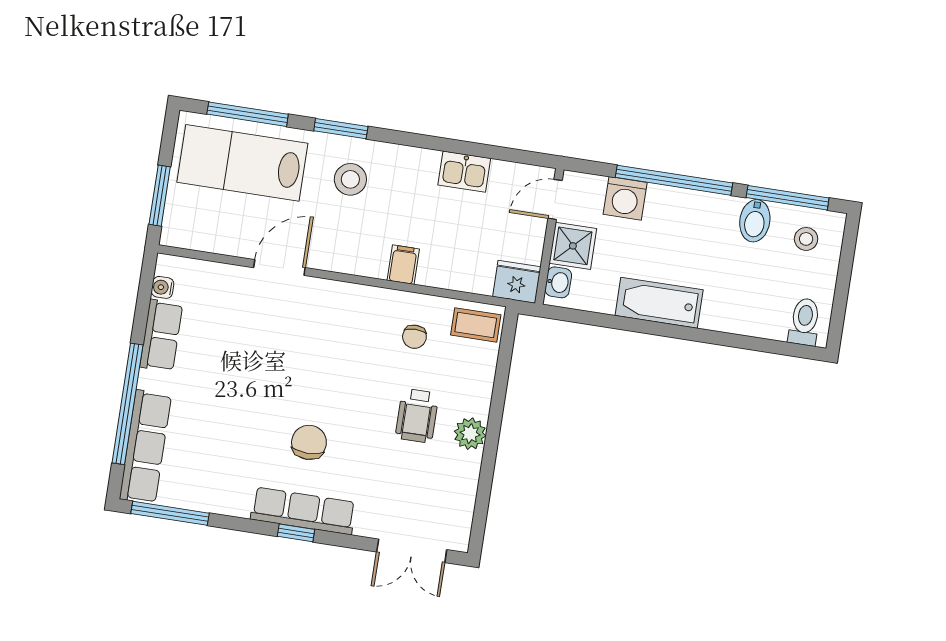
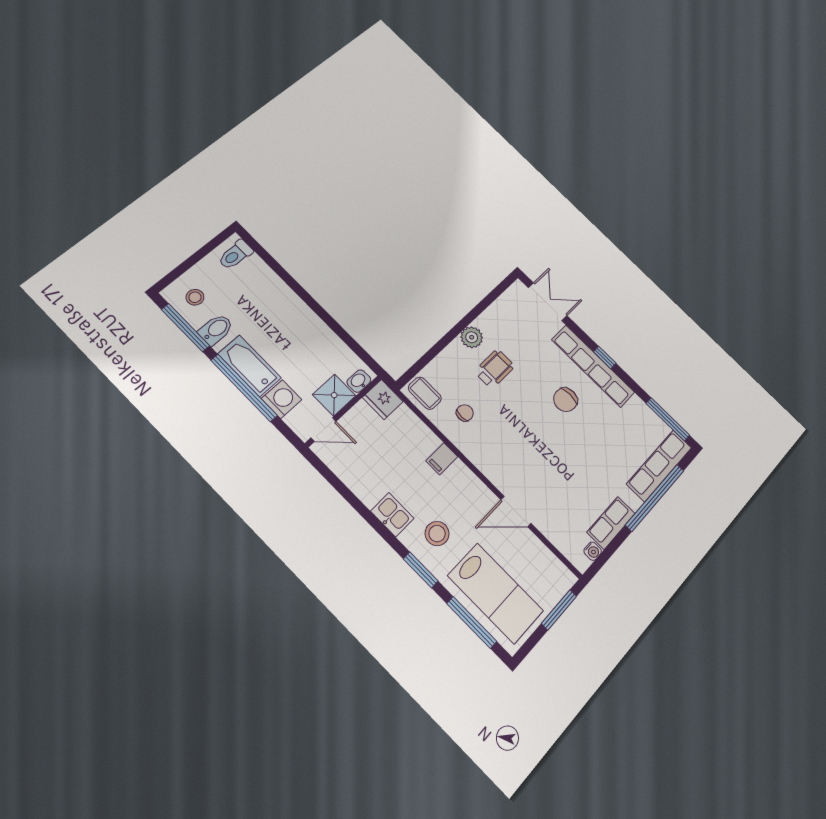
kitchen sink: (464, 172) -> (392, 515), moved
bathtub: (659, 303) -> (249, 366), moved, turned 180
row of seats: (303, 511) -> (593, 366), width x1.36

